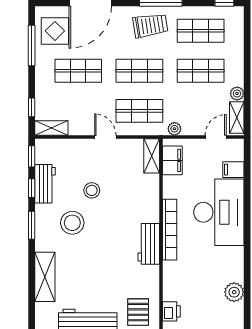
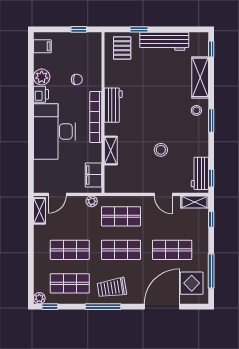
plant: (237, 93) -> (39, 298), moved
door: (105, 137) -> (163, 194), moved
shelving: (152, 156) -> (111, 151), moved
filing cabinet: (233, 170) -> (42, 46), moved
workbench: (45, 184) -> (200, 173), moved
window: (32, 188) -> (211, 49), moved
stool: (72, 223) -> (196, 110), moved, width x0.53, depth x0.53
chair: (192, 274) -> (77, 79), added
plant: (234, 292) -> (42, 77), moved
printer: (171, 311) -> (41, 94), moved, turned 180

